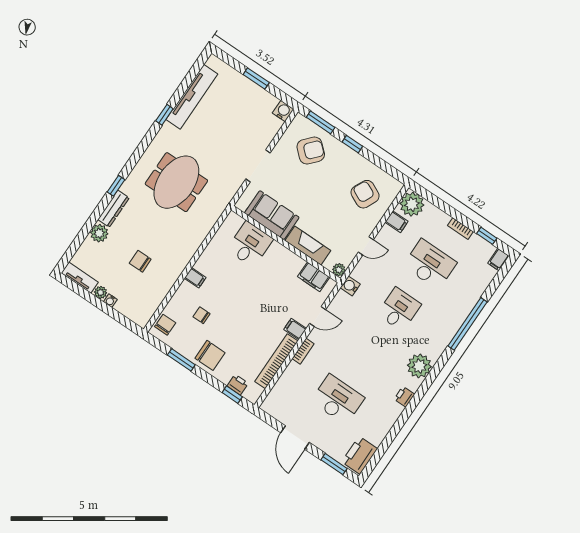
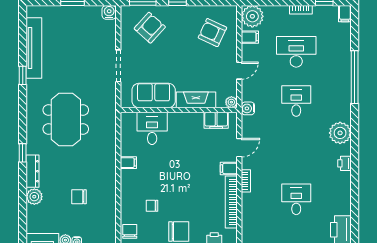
filing cabinet: (195, 278) -> (128, 163), moved
desk: (338, 399) -> (296, 199), width x0.73

